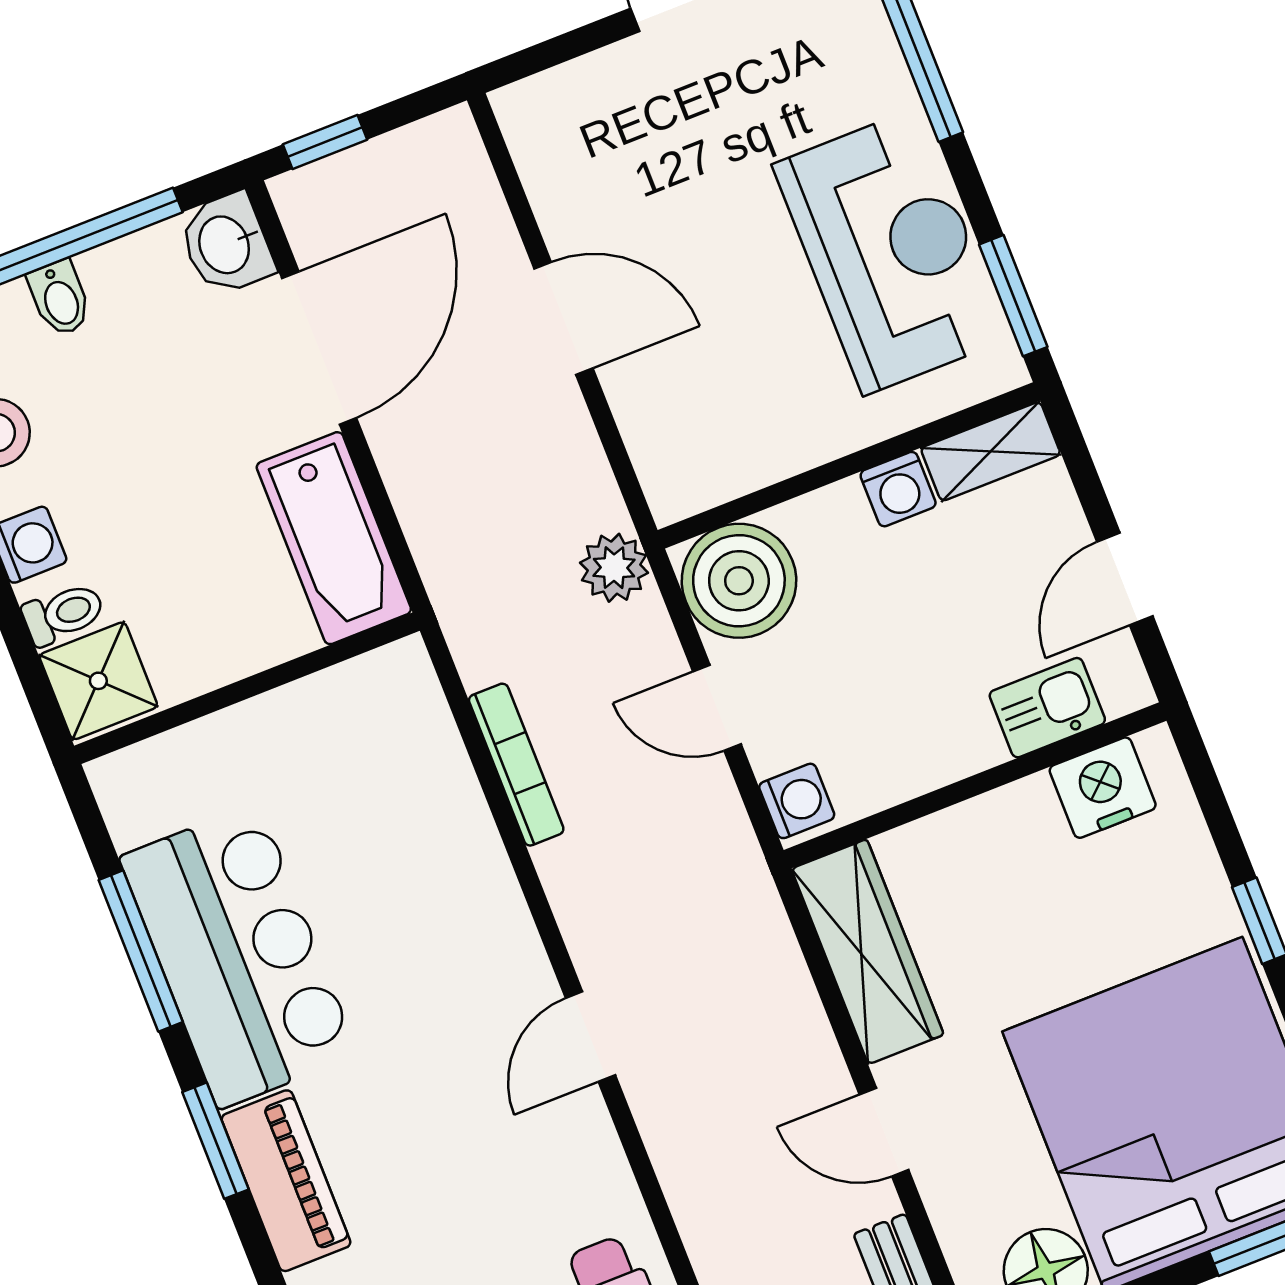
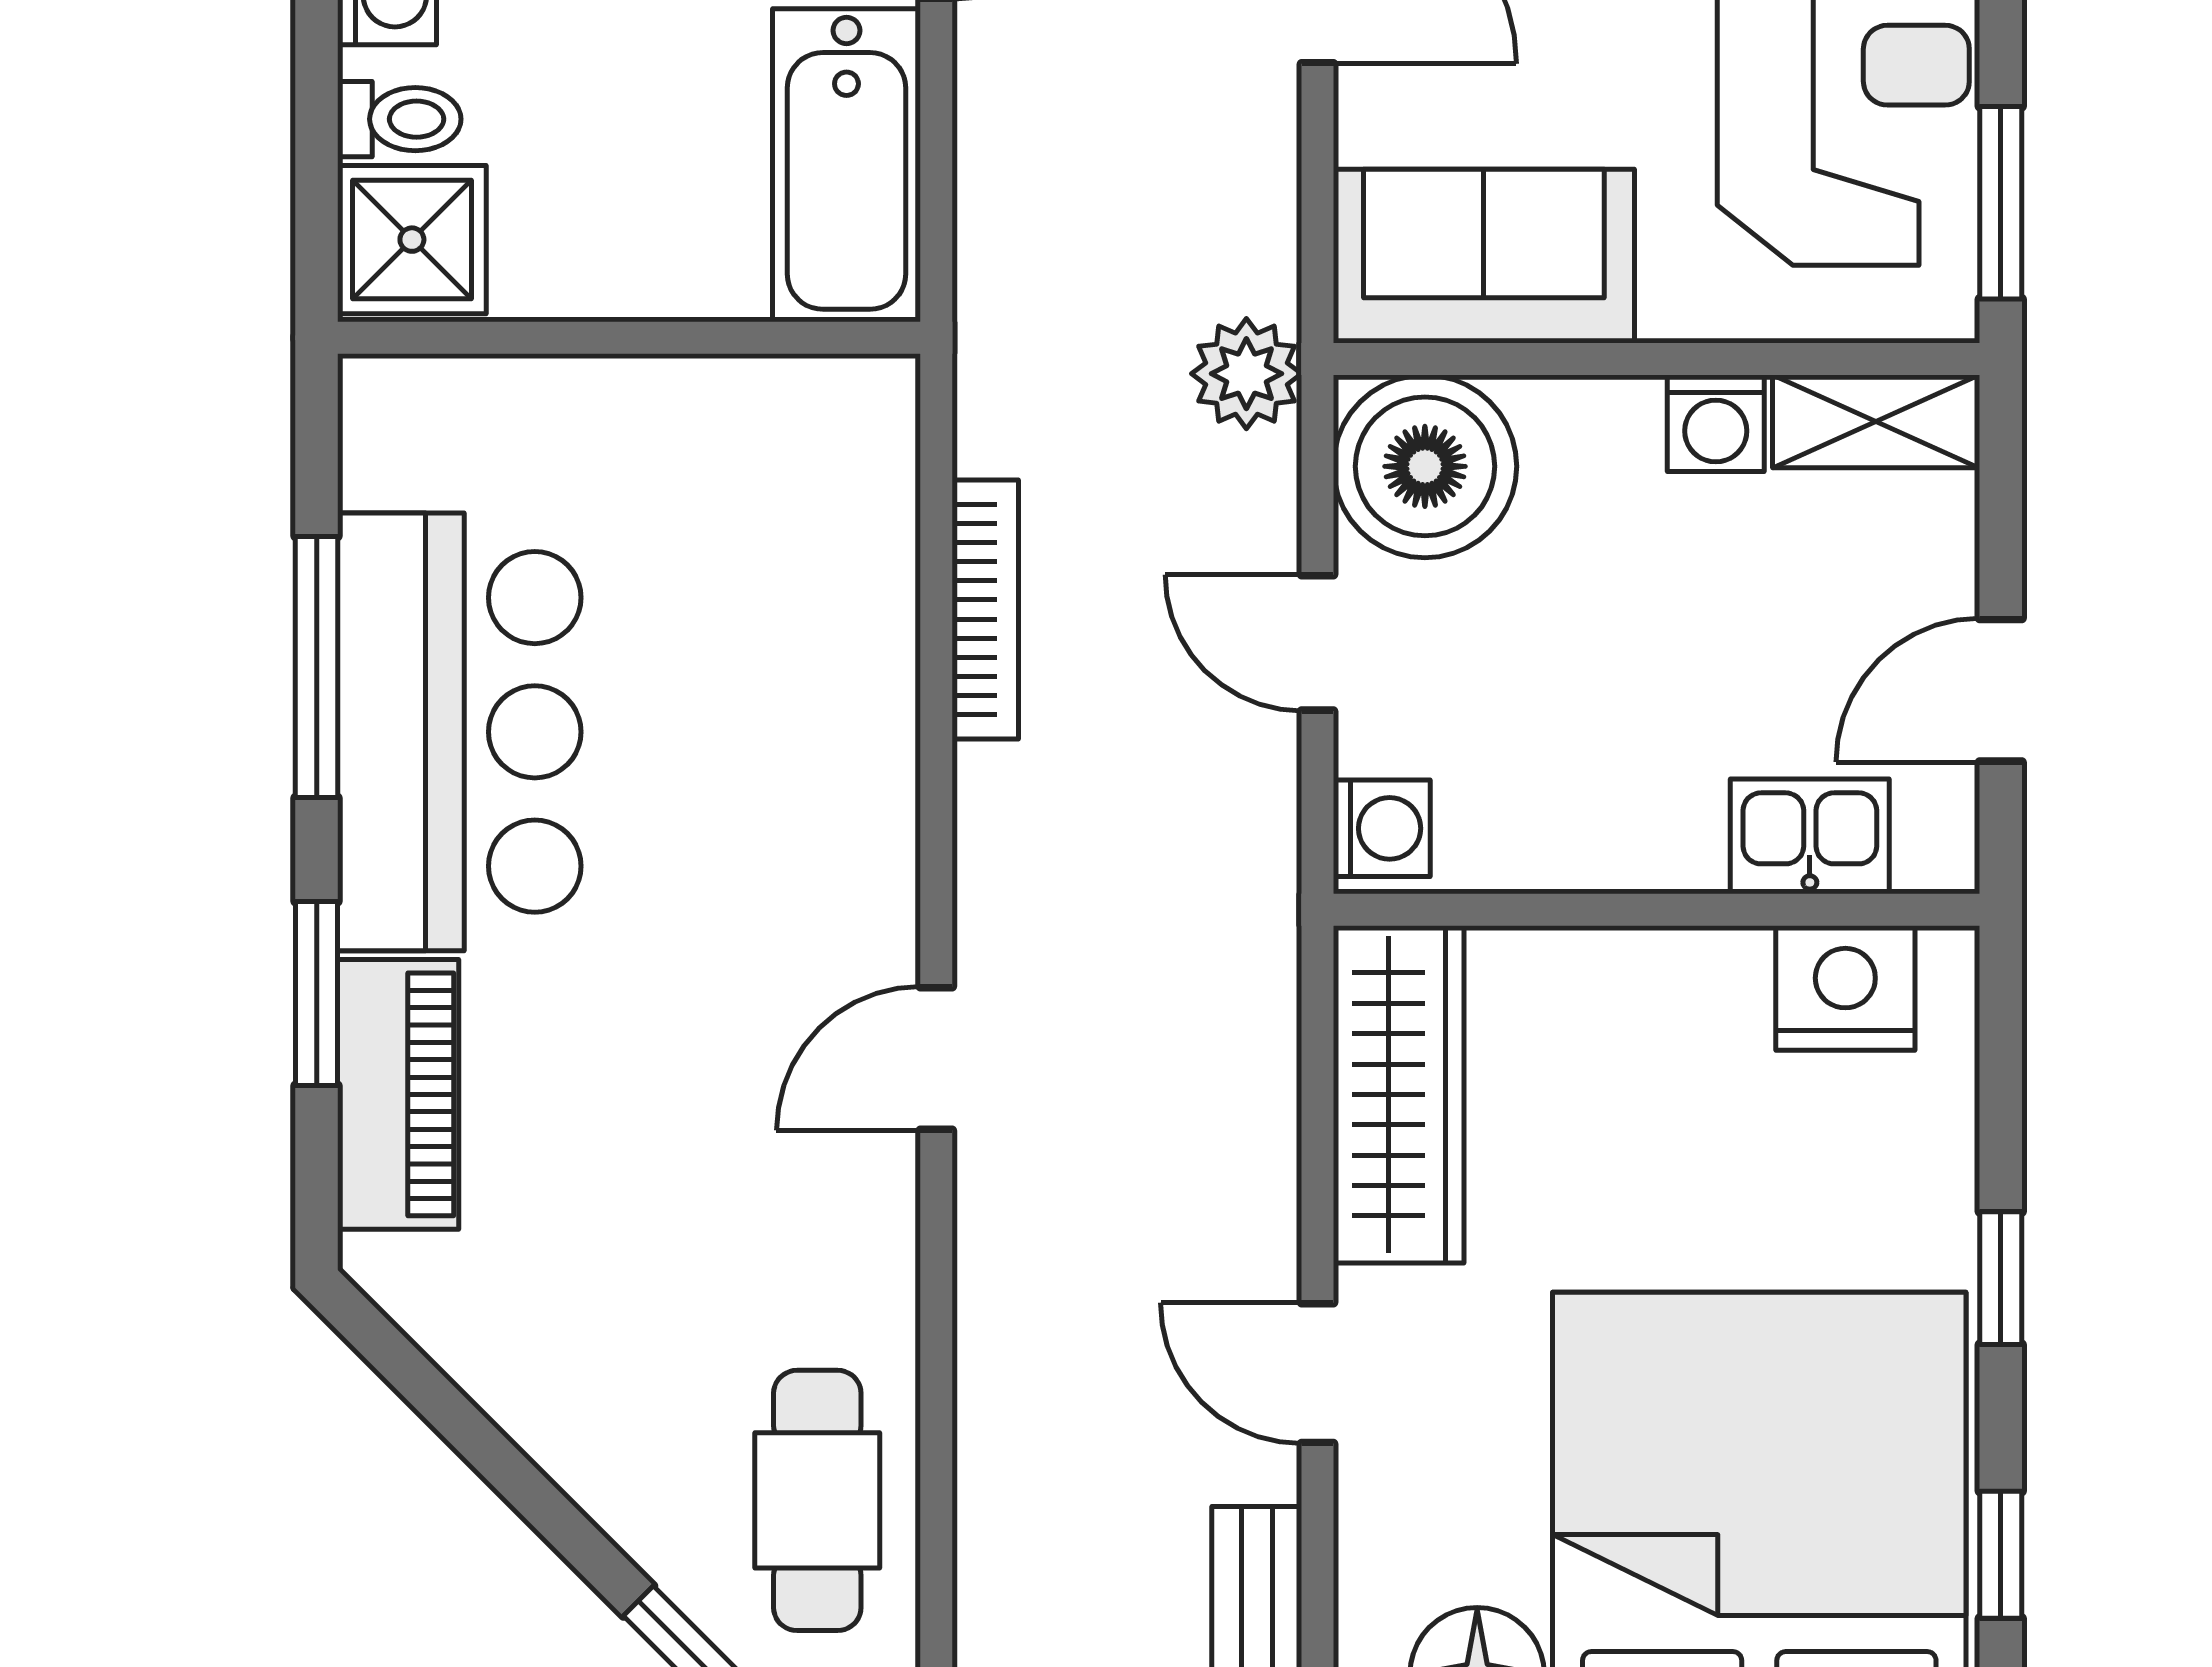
sofa: (725, 445) -> (1484, 256), added

